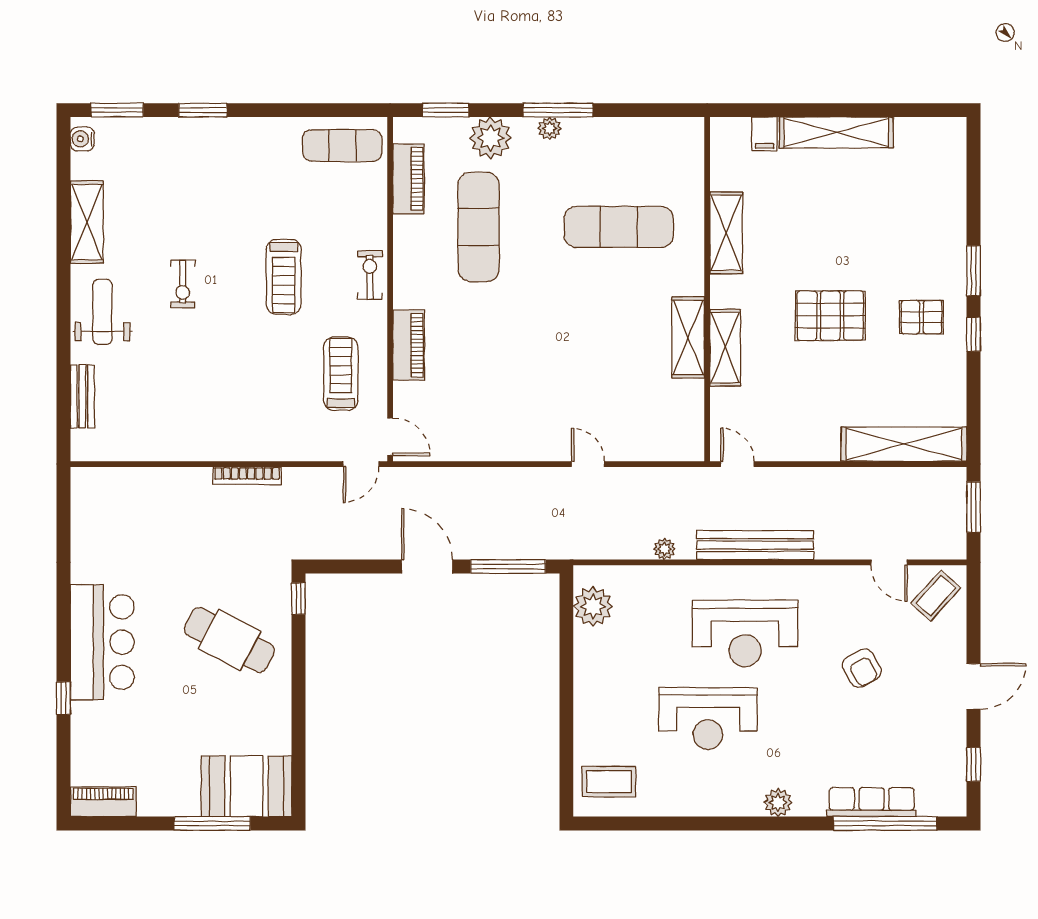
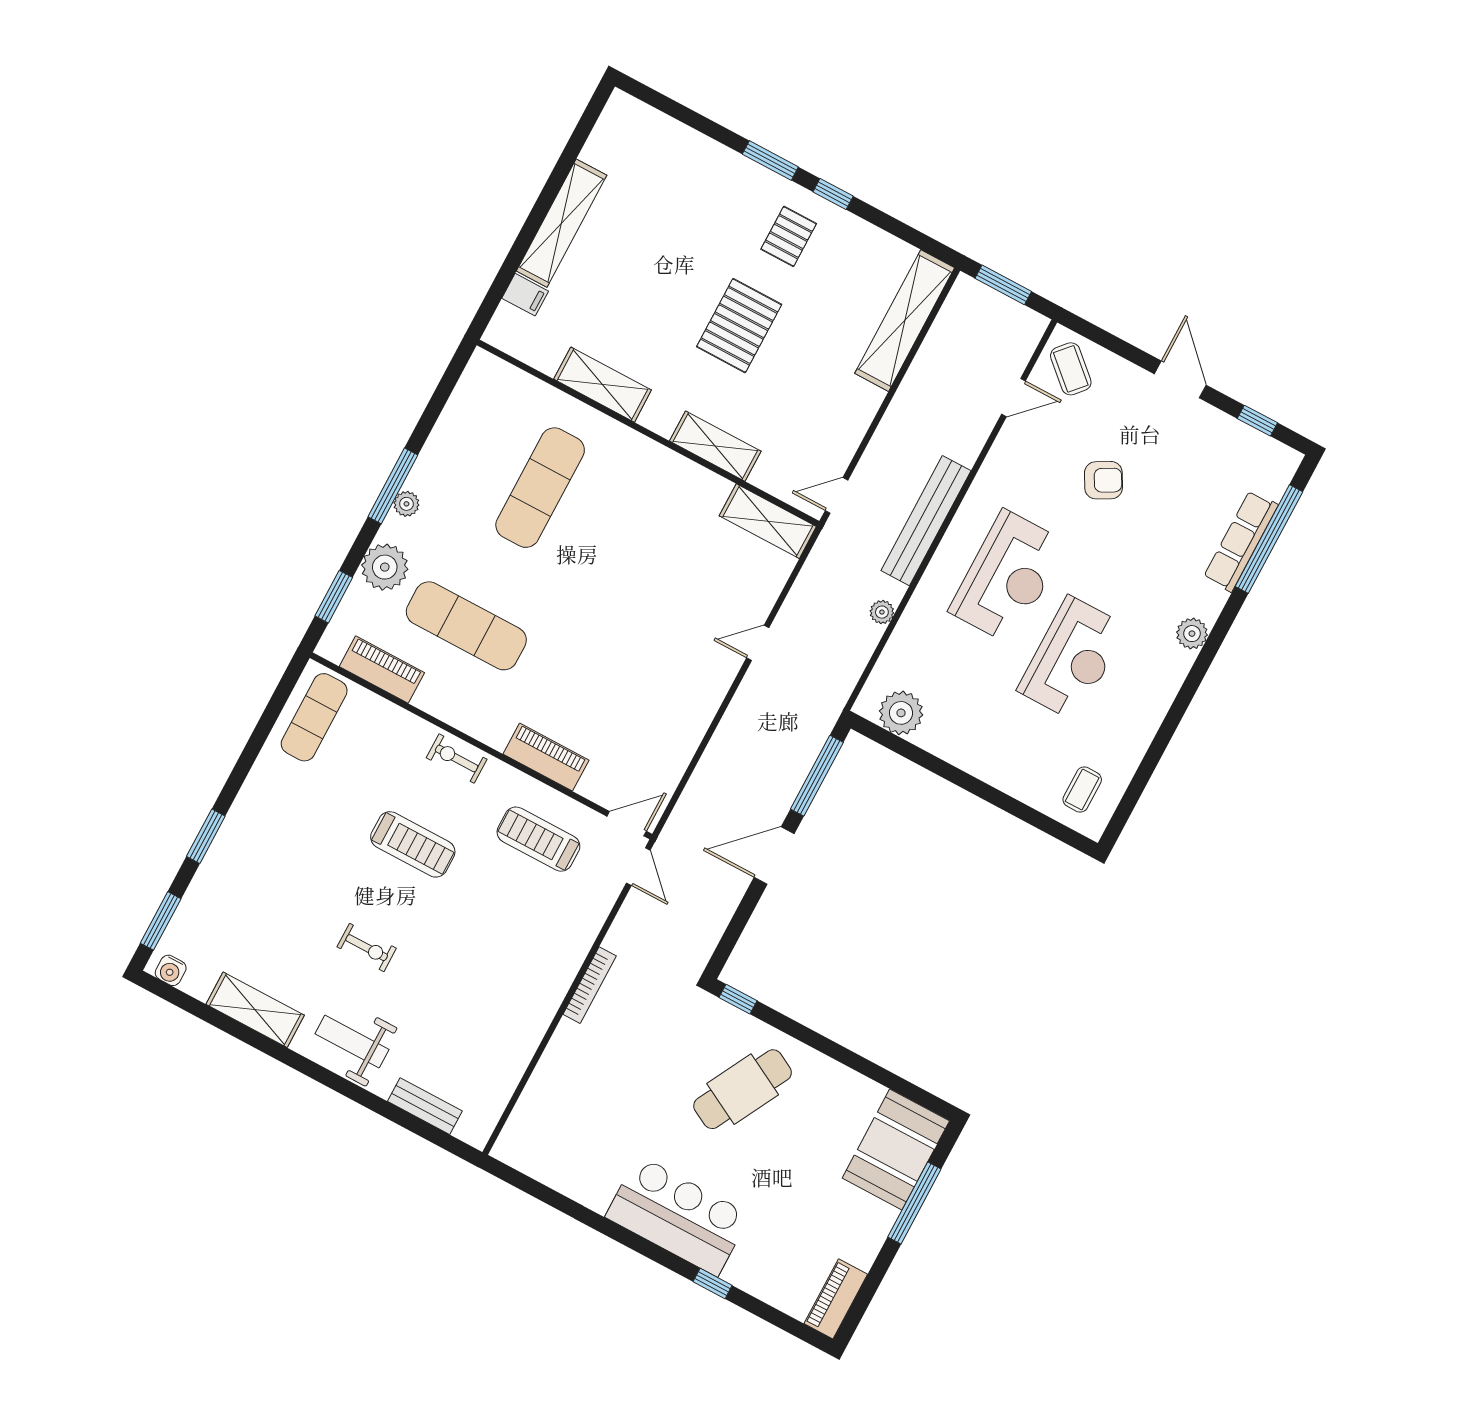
shelving: (688, 337) -> (768, 521), moved
coffee table: (609, 782) -> (1082, 789), width x0.73, depth x0.77

